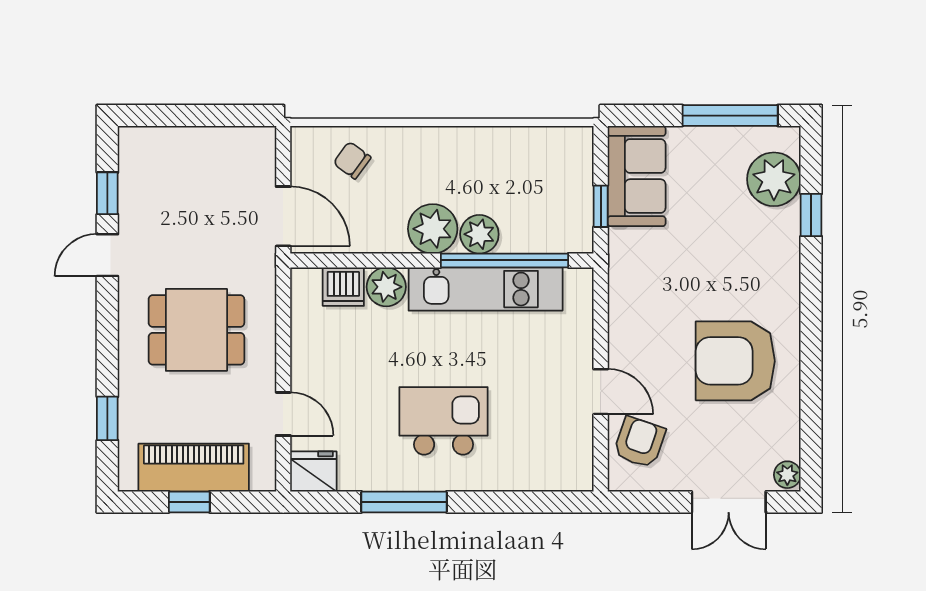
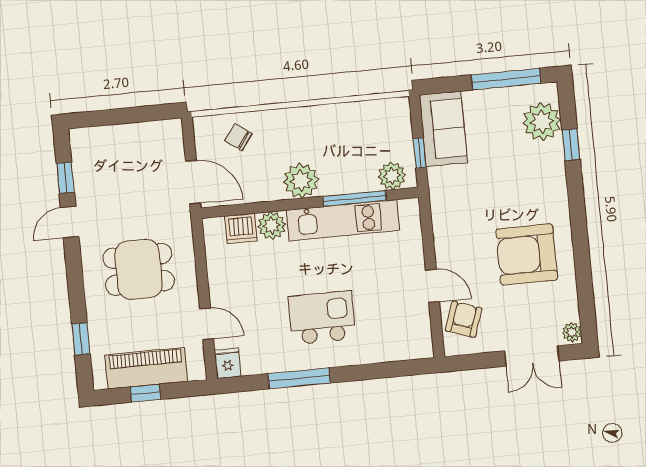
plant: (479, 234) -> (392, 176), moved
window: (505, 260) -> (355, 198), width x0.68
fridge: (313, 471) -> (228, 363), width x0.72

